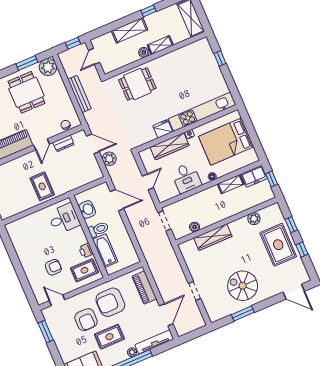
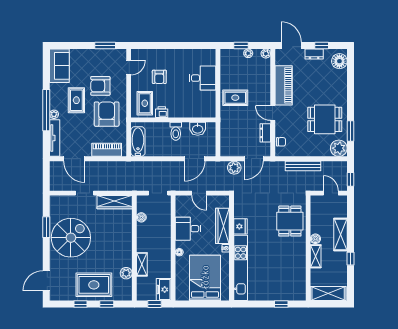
shelving: (231, 184) -> (142, 264), moved
desk: (64, 219) -> (203, 78), moved, turned -90
wardrobe: (213, 237) -> (115, 202), moved, turned -90
bathtub: (105, 251) -> (138, 141), moved, turned -90
spiral stairs: (243, 286) -> (71, 238), width x1.37, depth x1.37

